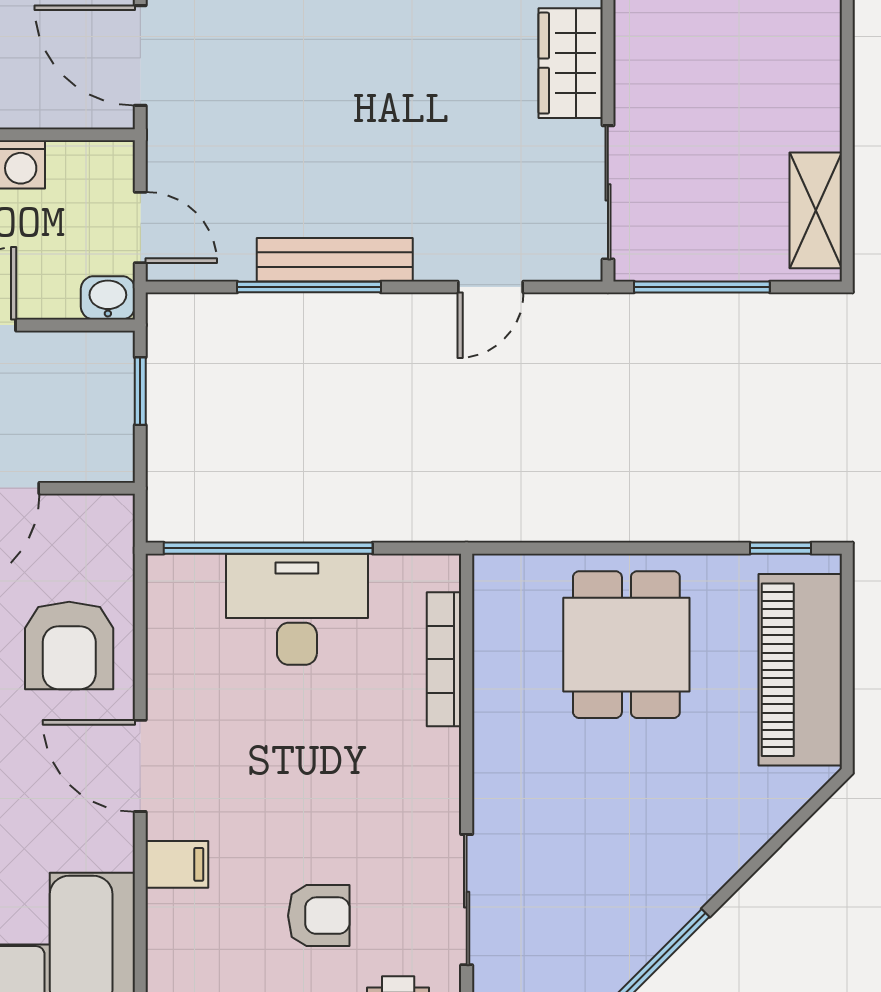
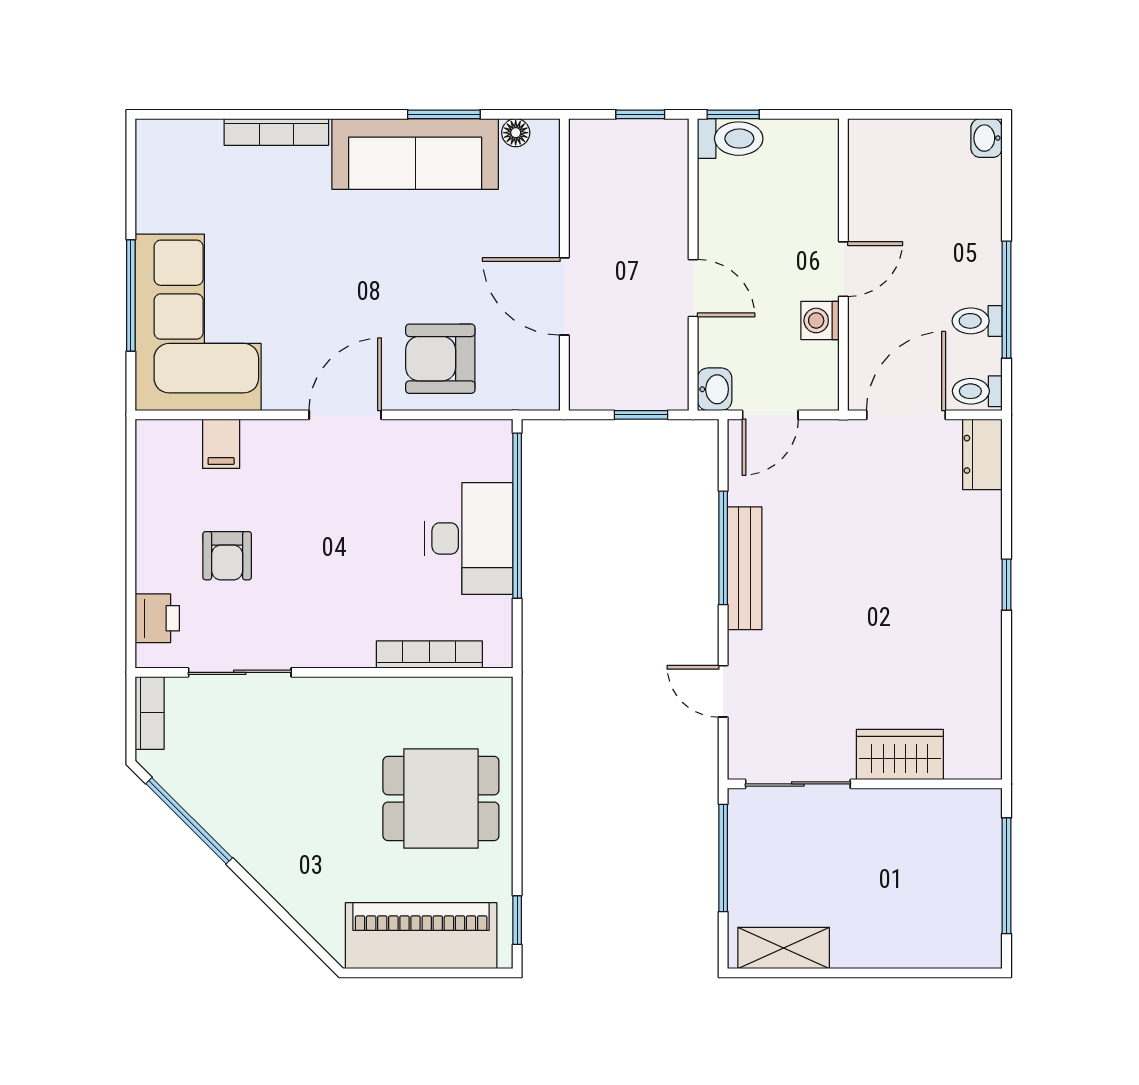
filing cabinet: (177, 864) -> (221, 444), moved

